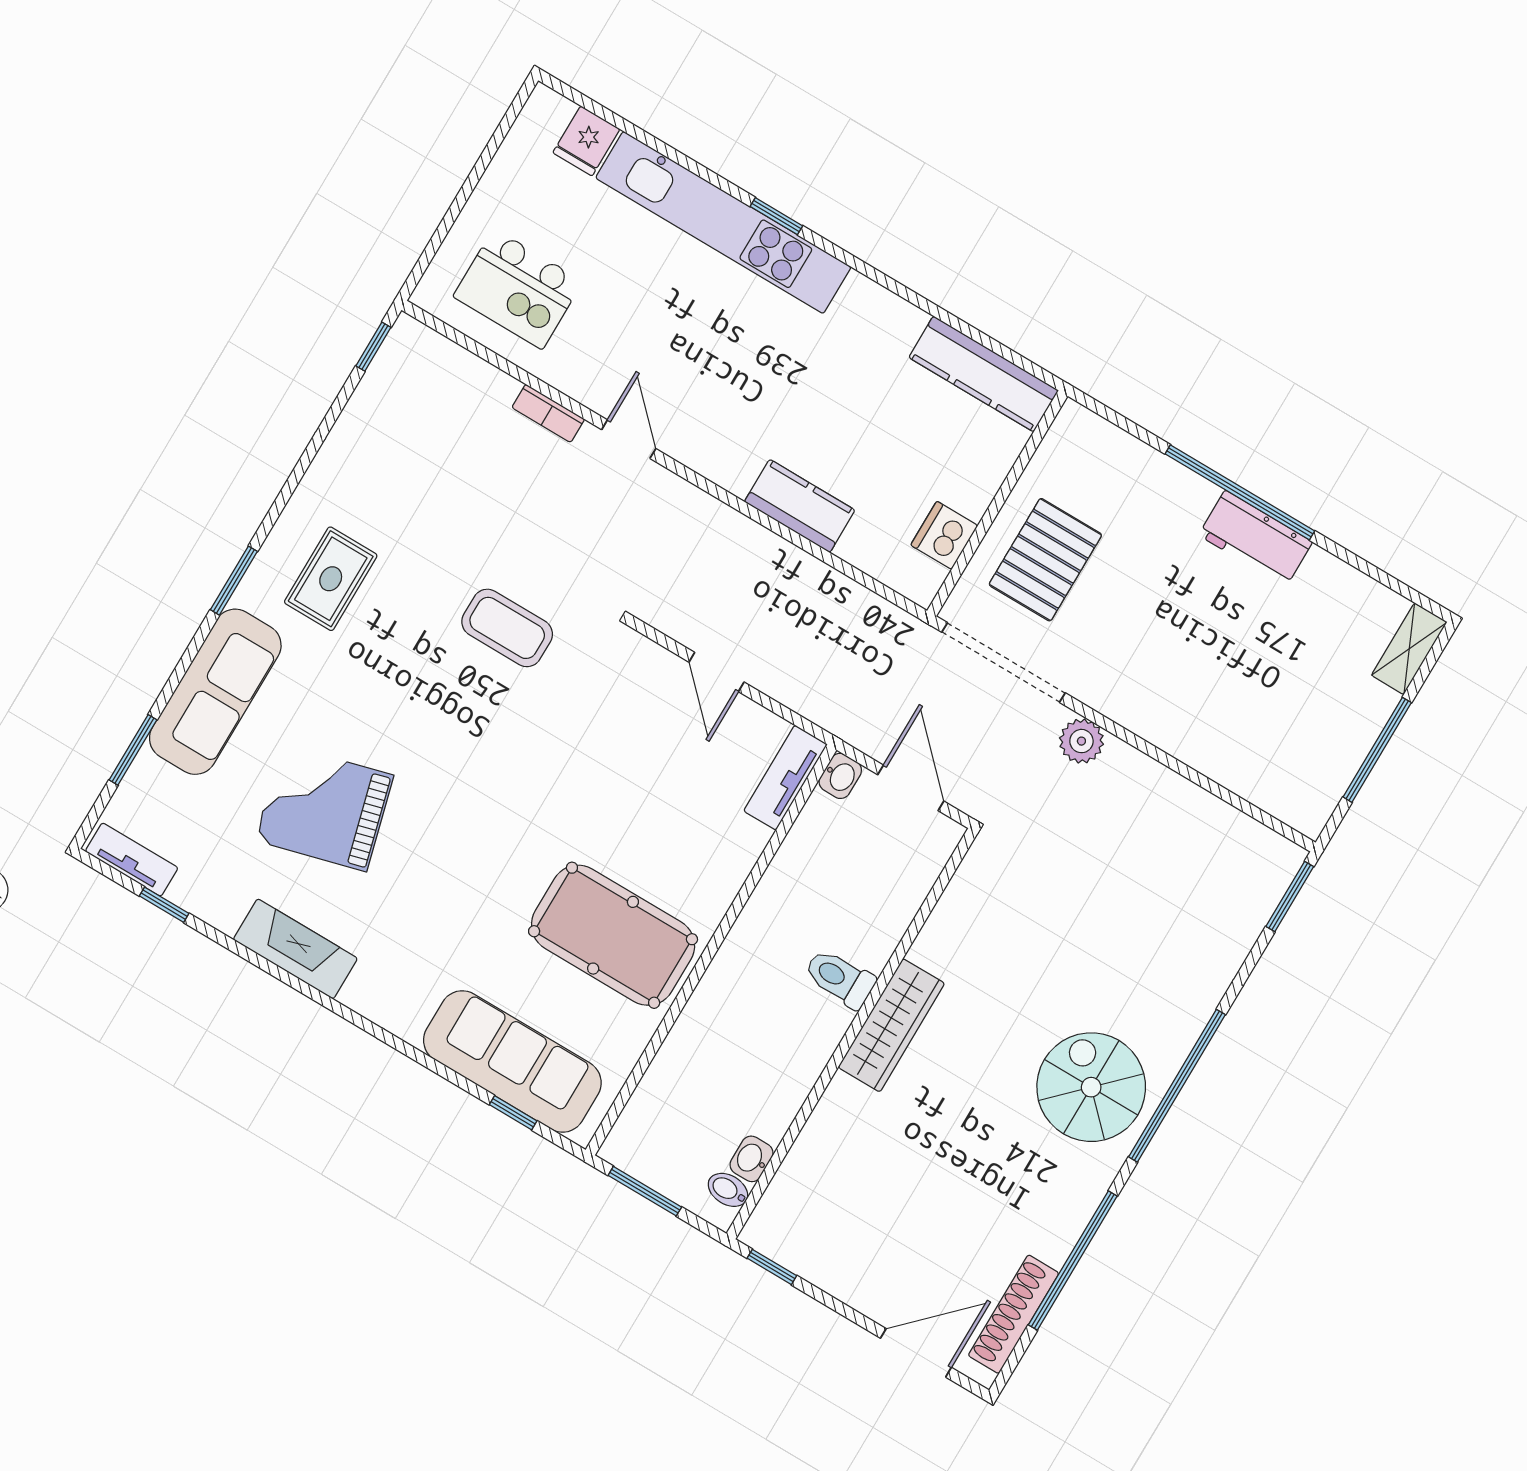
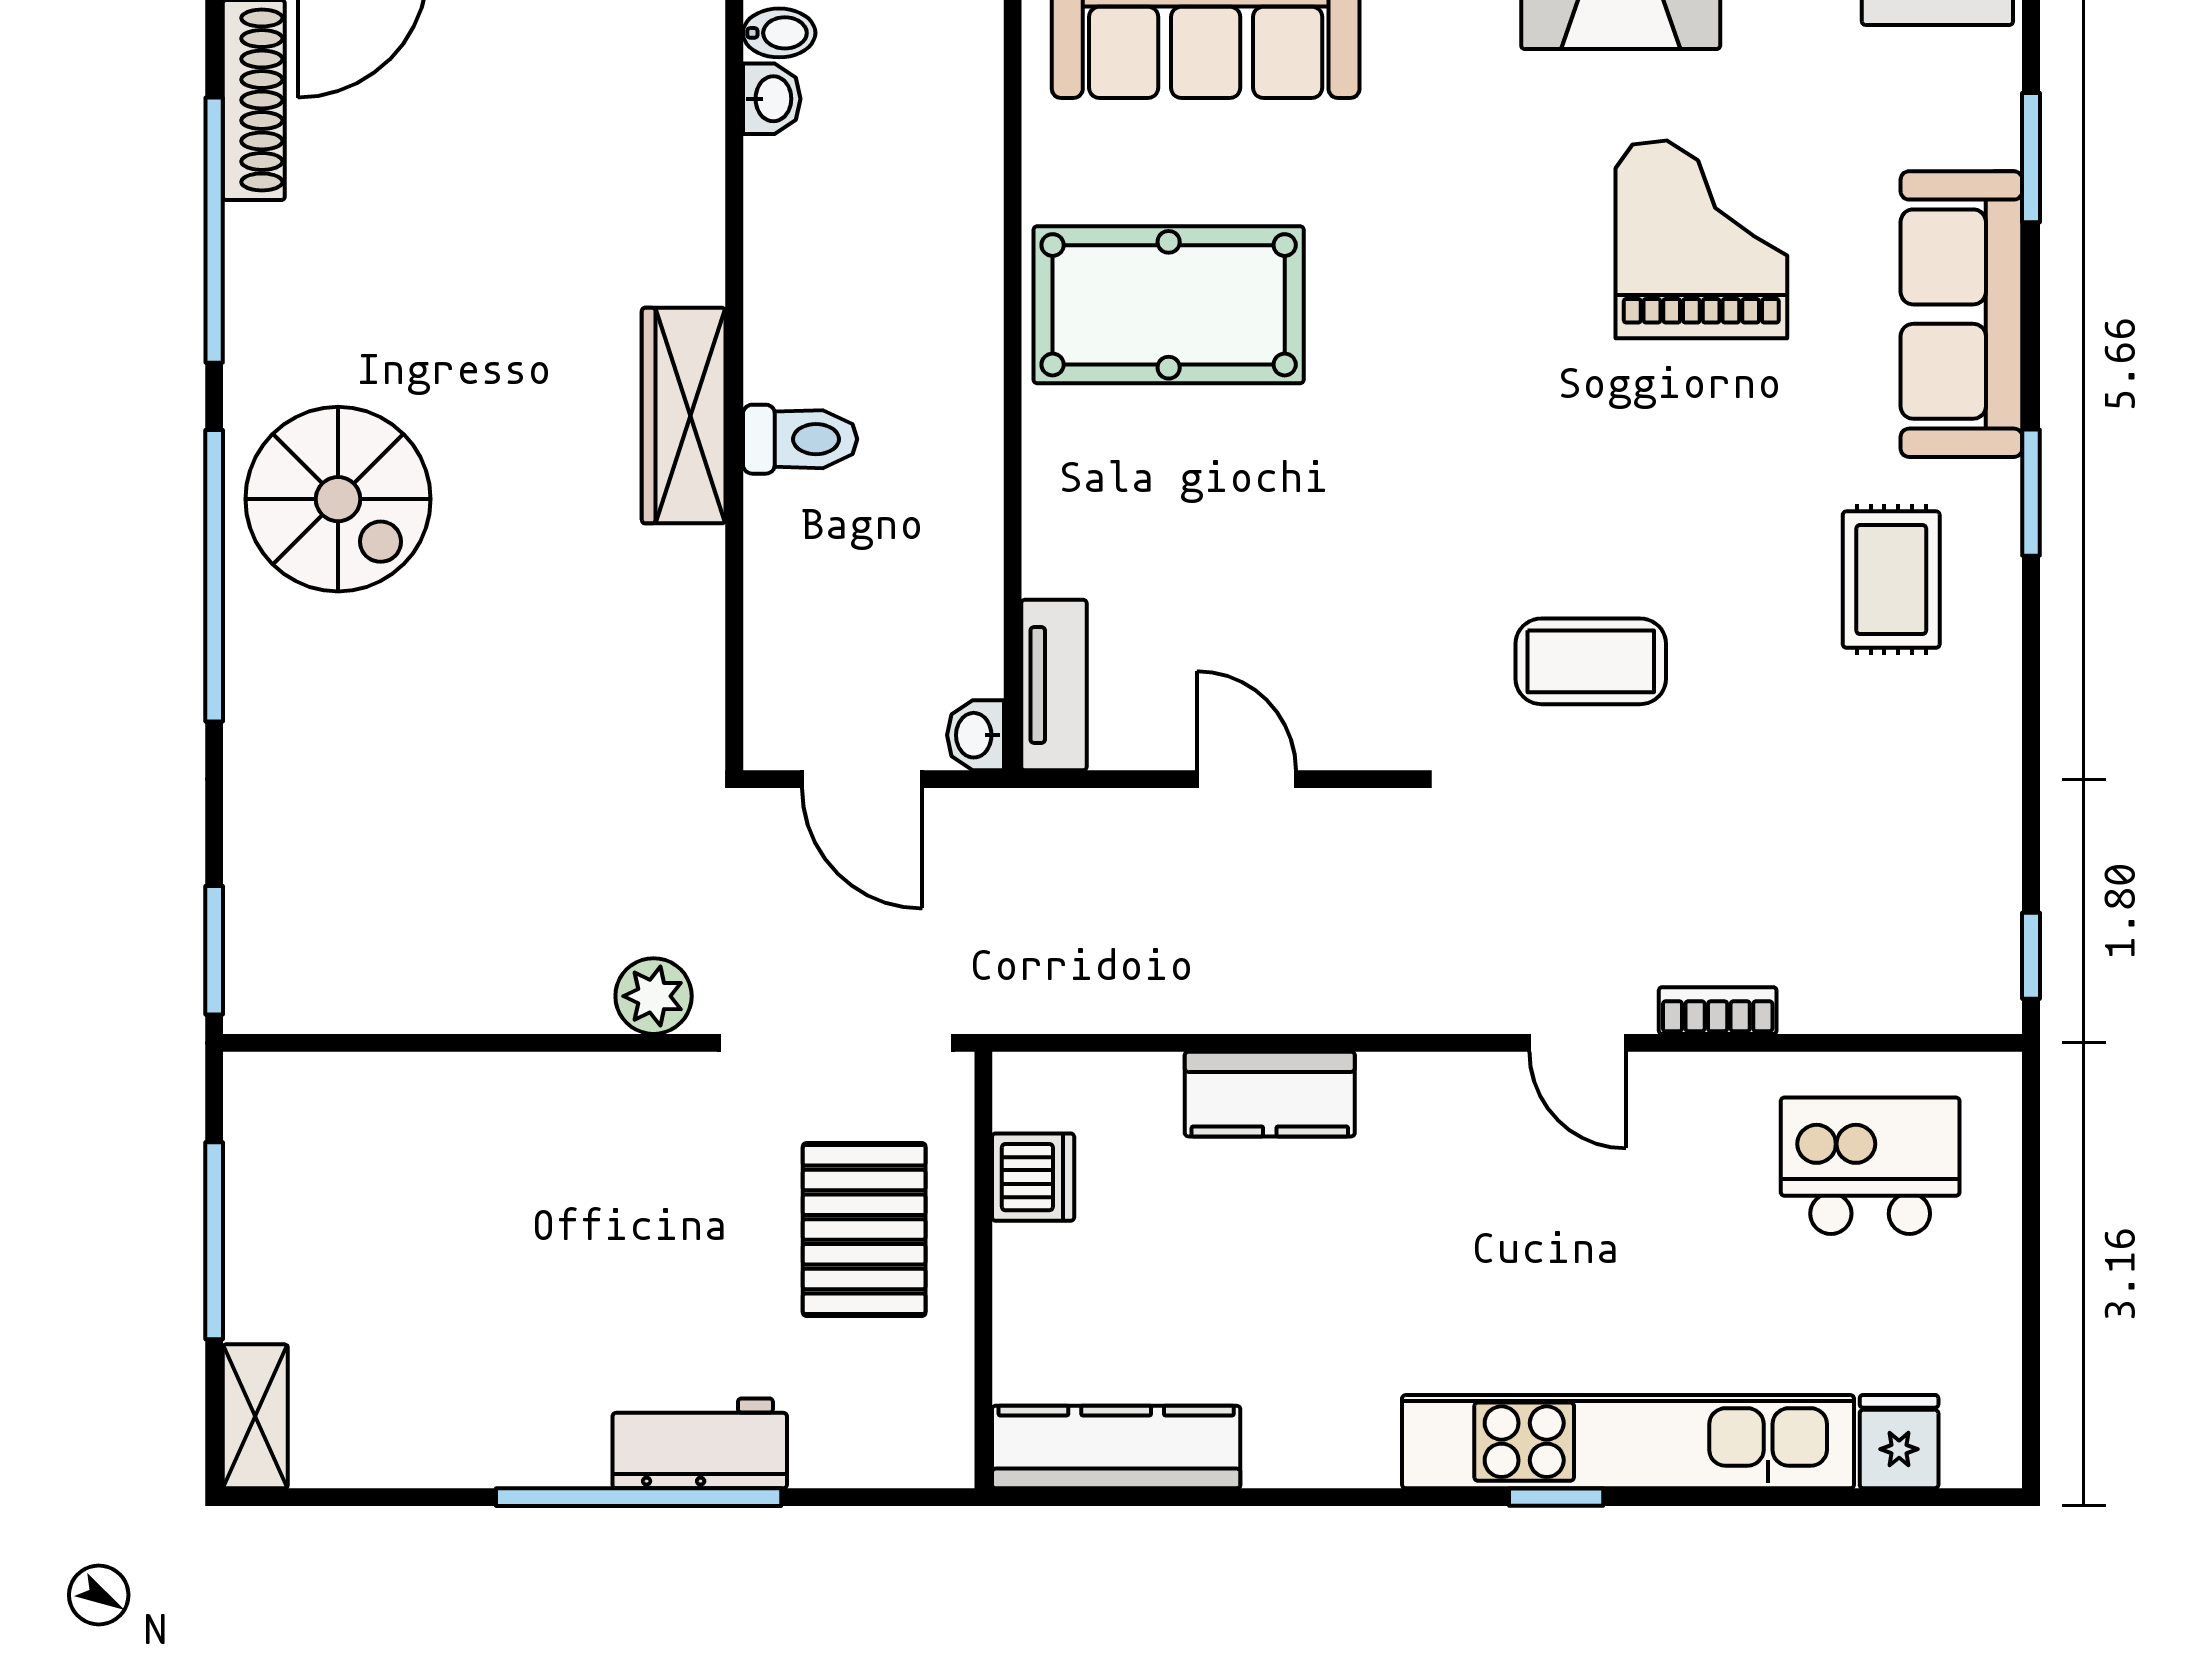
workbench: (1255, 539) -> (700, 1443), moved
grand piano: (324, 808) -> (1701, 239), turned -75

